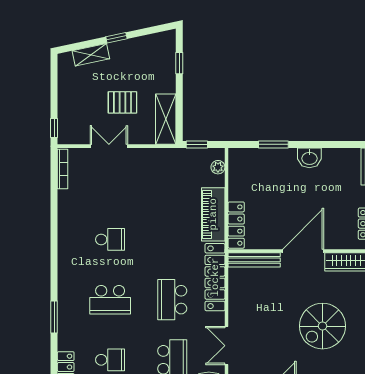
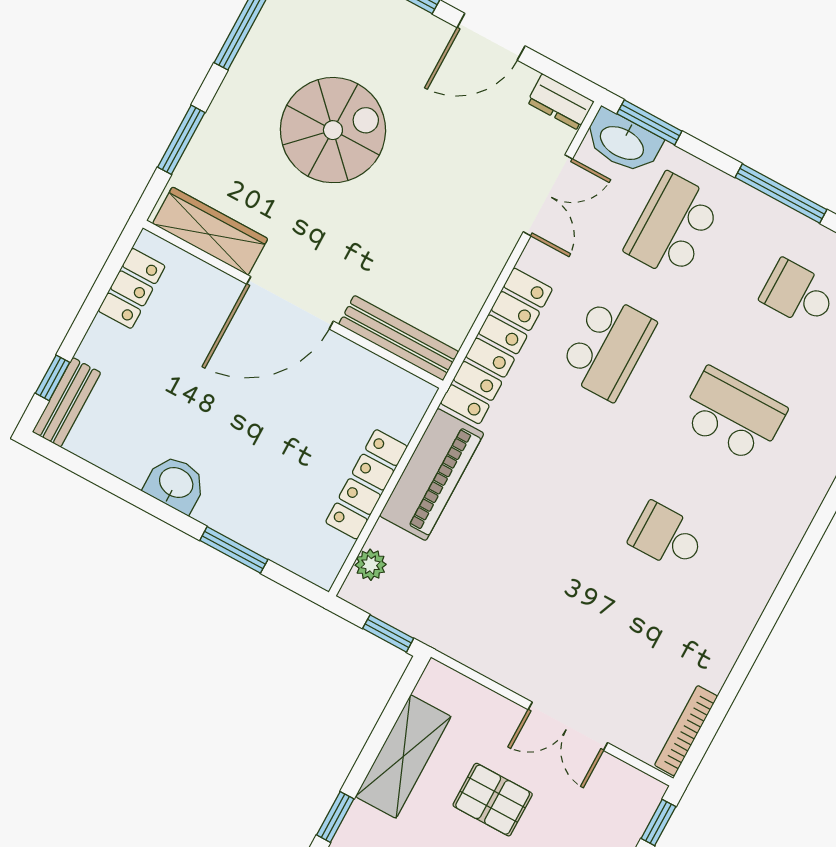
shelving: (166, 119) -> (403, 756), moved
locker: (236, 225) -> (366, 484), moved

